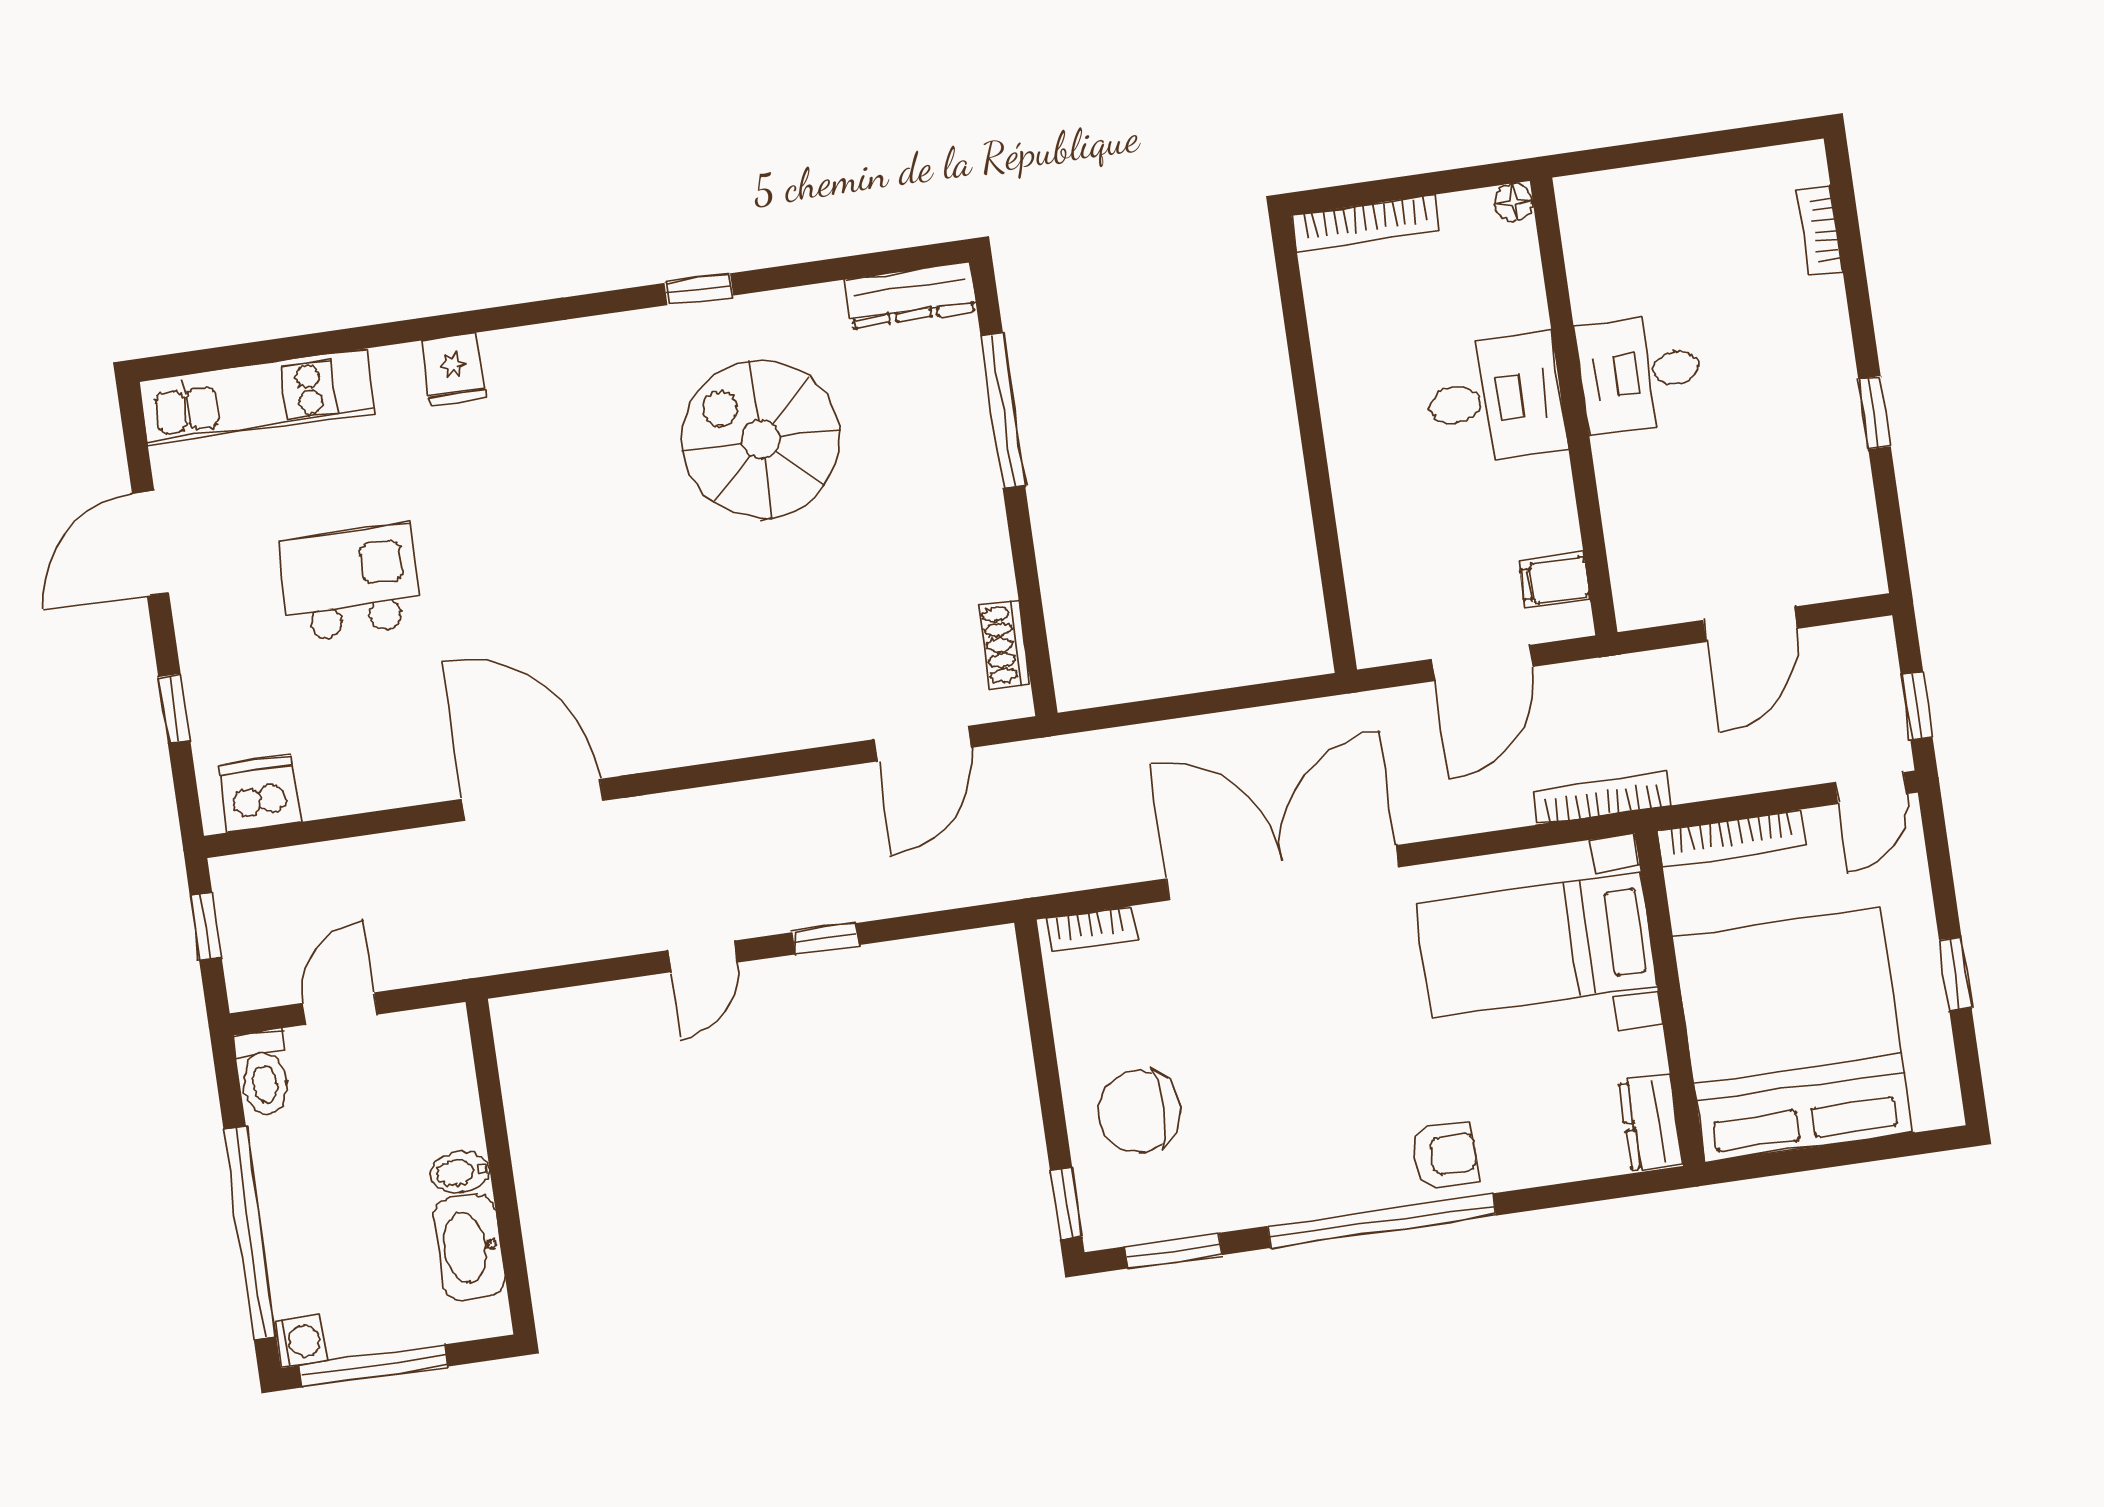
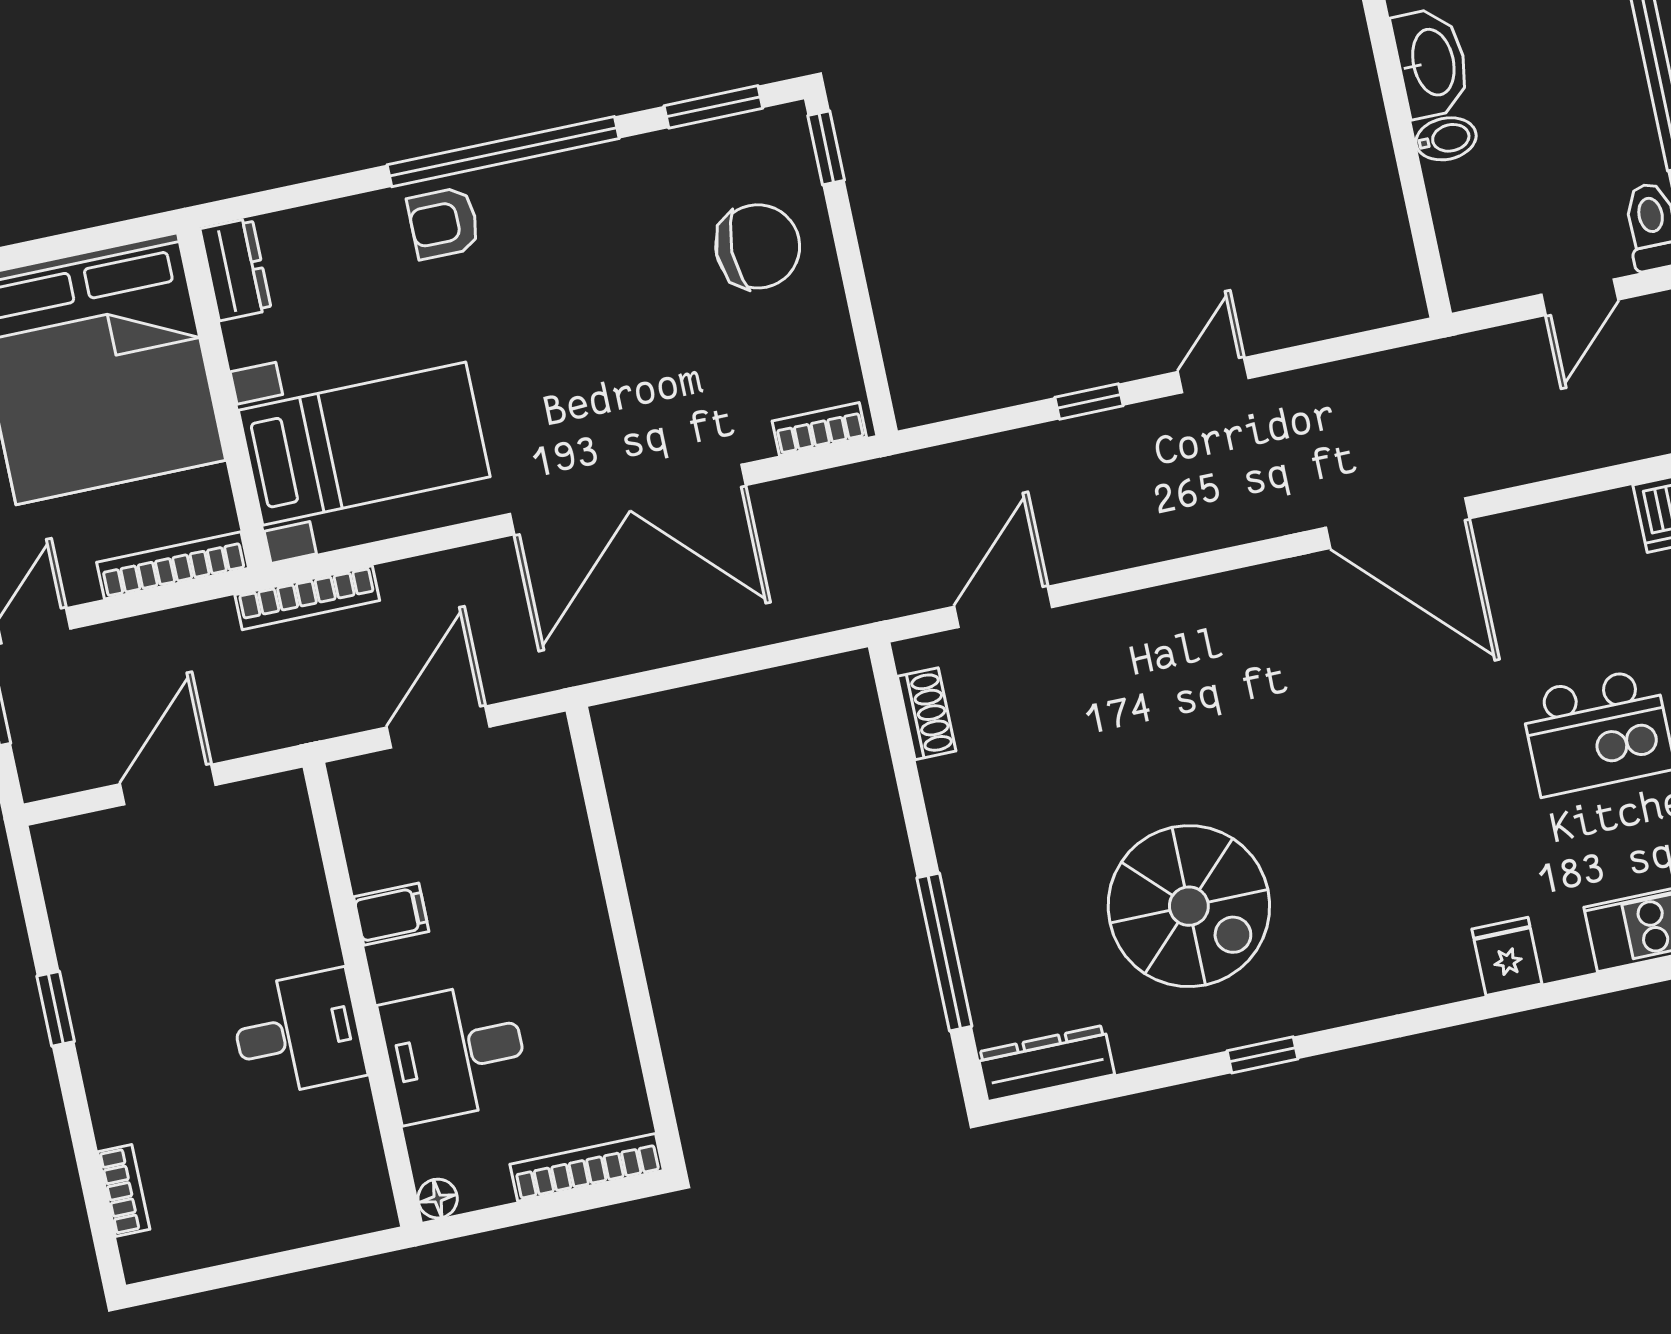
desk: (1495, 399) -> (455, 1052), moved
filing cabinet: (1555, 581) -> (391, 914), moved

